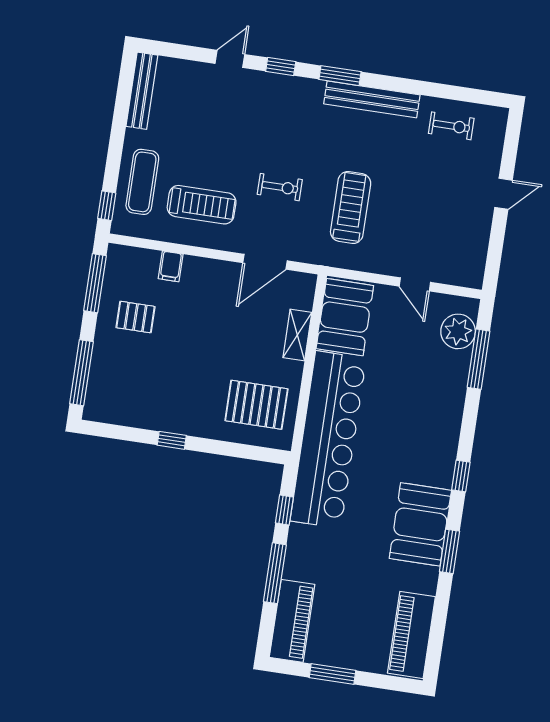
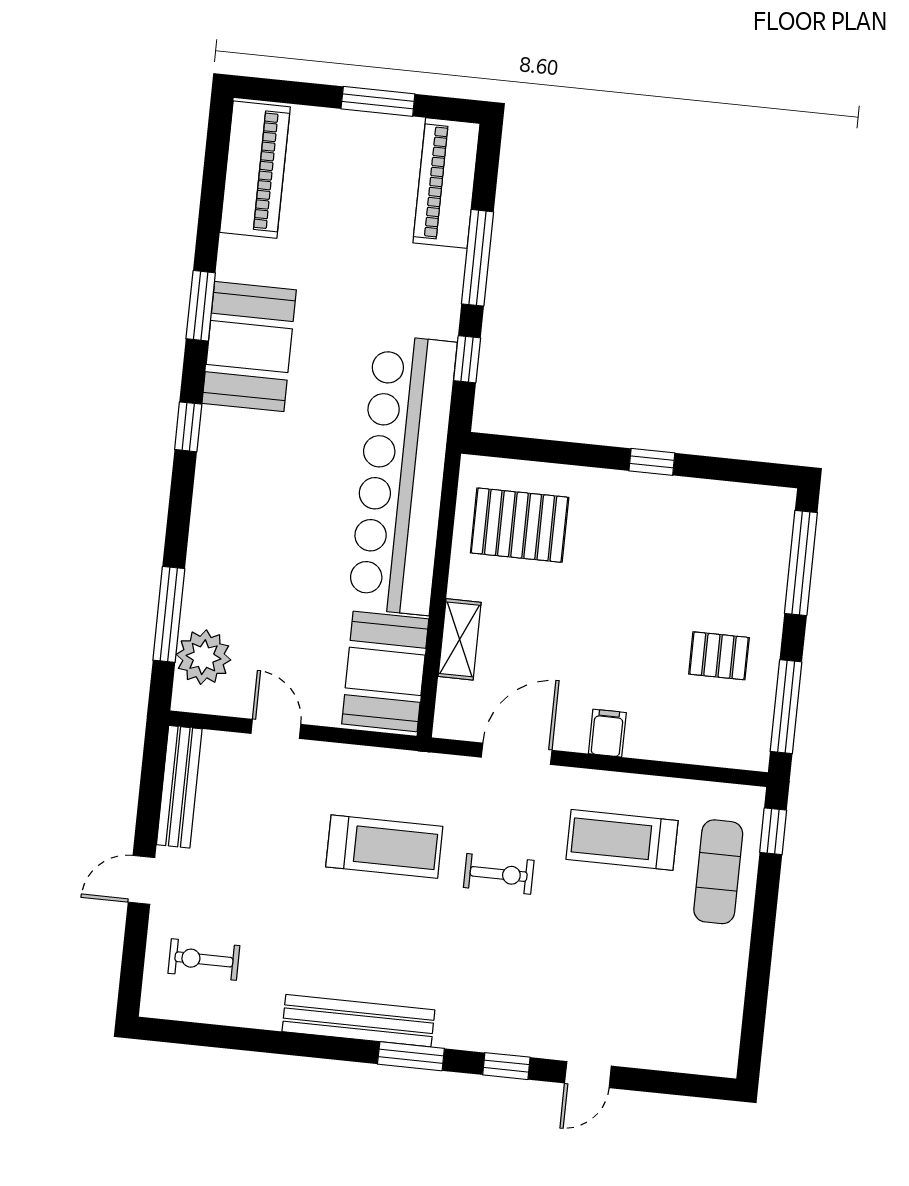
bench: (142, 91) -> (179, 787), moved
exercise bike: (451, 126) -> (204, 959), moved
exercise bike: (280, 187) -> (499, 874), turned 180
treadmill: (351, 207) -> (384, 847), turned -90
filing cabinet: (171, 266) -> (607, 733), moved

